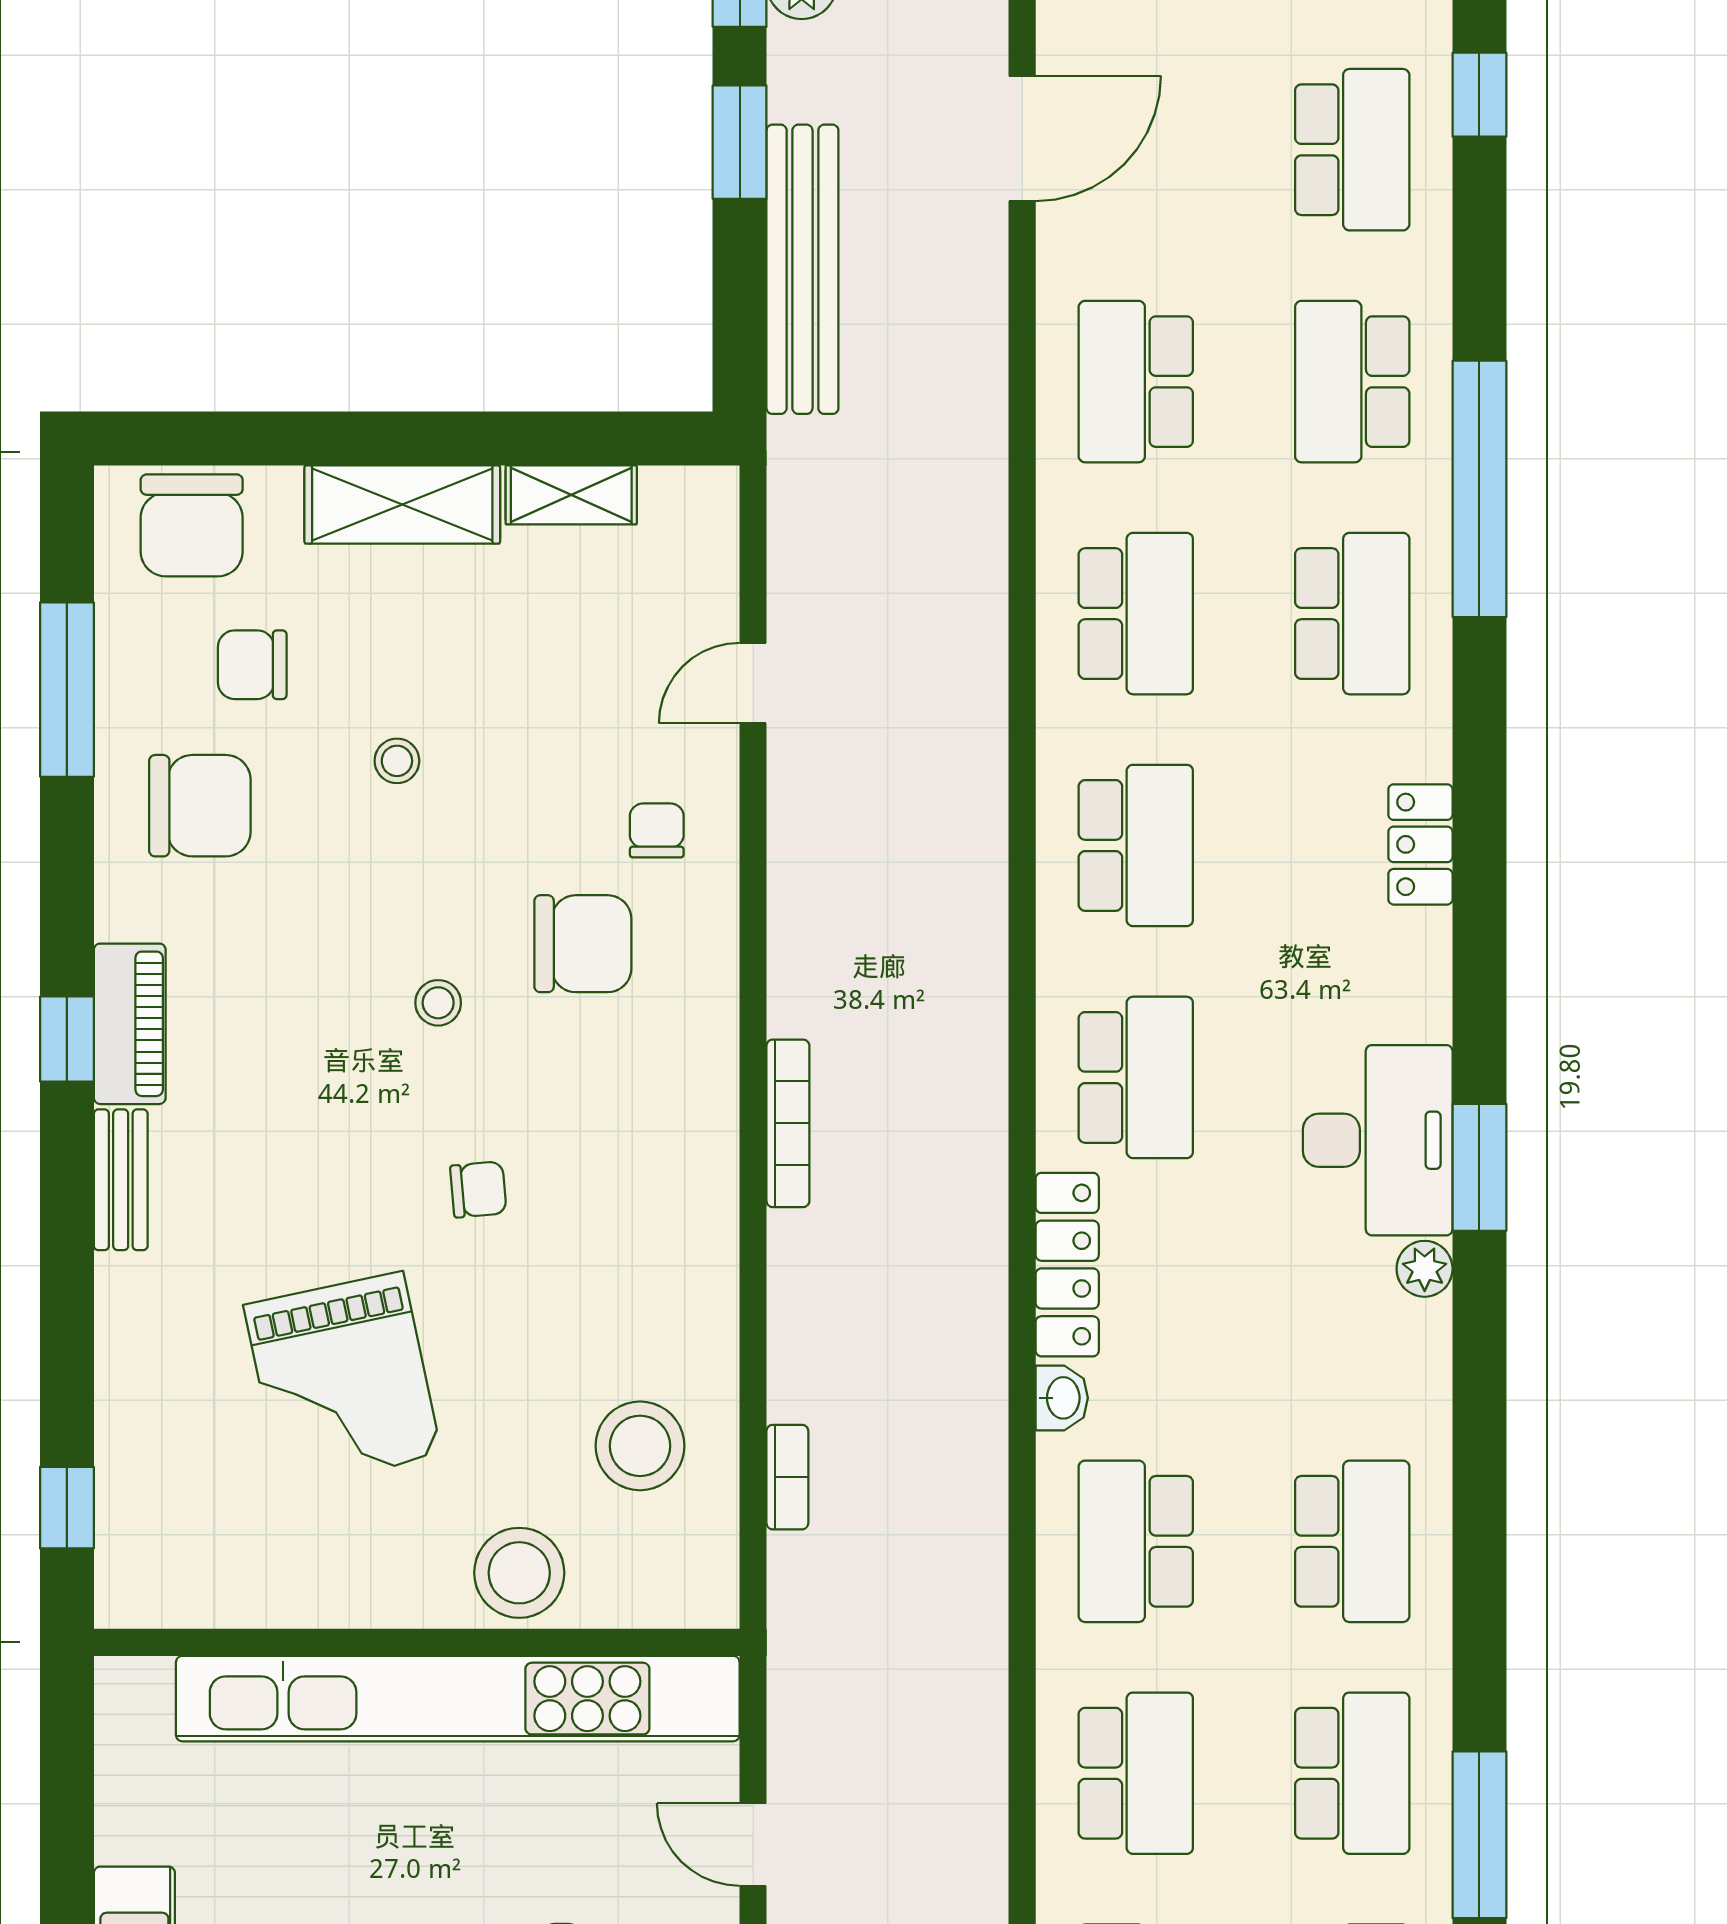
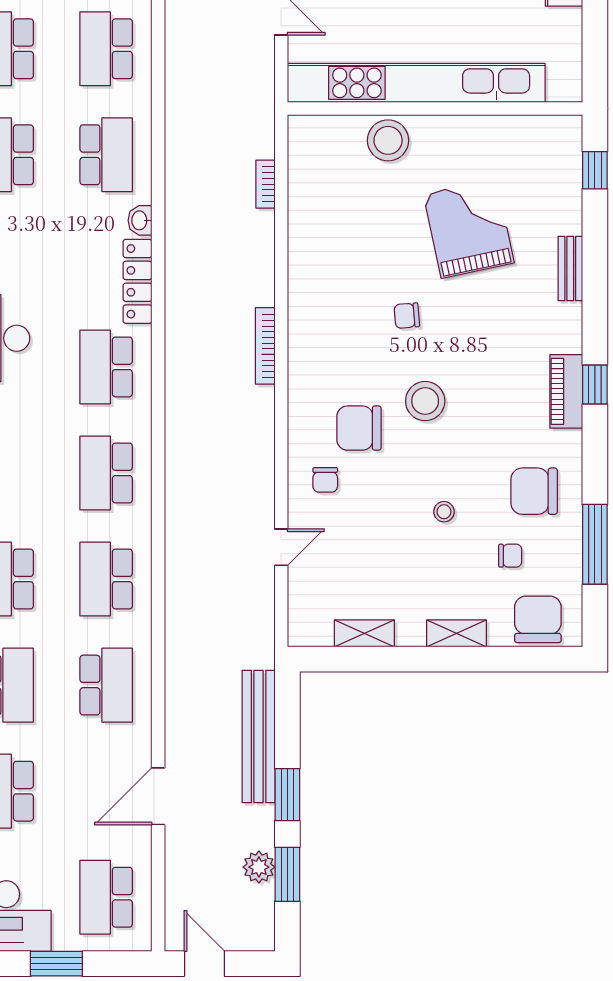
shelving: (402, 504) -> (456, 633), width x0.67, depth x0.75
chair: (252, 665) -> (510, 556), width x0.73, depth x0.73
stool: (438, 1003) -> (425, 401), width x1.89, depth x1.89
bench: (121, 1180) -> (570, 268), moved
stool: (640, 1446) -> (333, 198), removed

